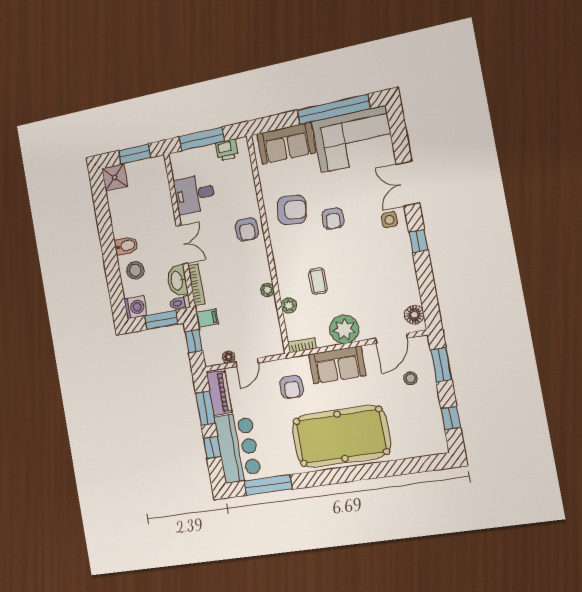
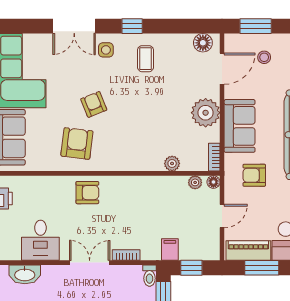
armchair: (333, 219) -> (94, 104), turned -115
washbasin: (177, 281) -> (25, 274), moved
coffee table: (318, 281) -> (146, 59), moved, turned 90
bookcase: (196, 285) -> (126, 255), width x0.64
plant: (267, 290) -> (195, 182), moved
door: (391, 338) -> (222, 69), hinge flipped
floor lamp: (229, 357) -> (213, 182), moved
door: (247, 362) -> (222, 216), hinge flipped
armchair: (292, 387) -> (254, 175), turned 180

